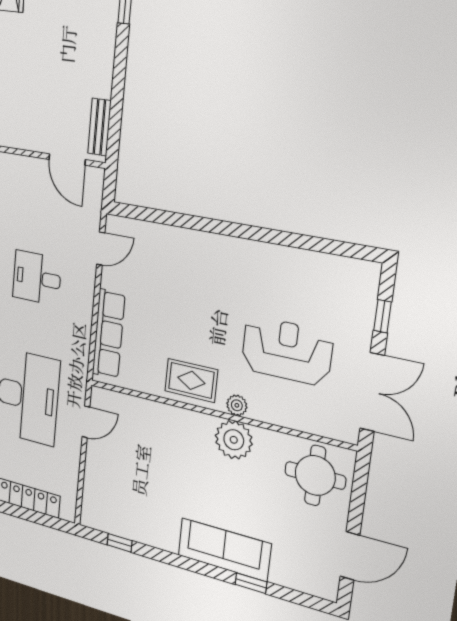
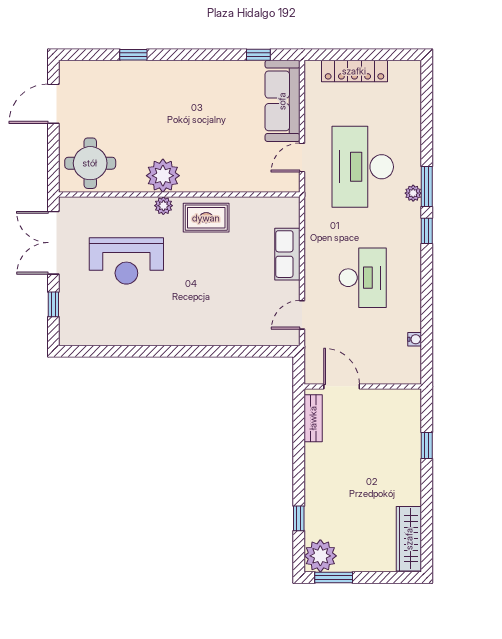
desk: (37, 278) -> (363, 278), width x1.37
row of seats: (109, 334) -> (287, 254), width x0.68
sofa: (224, 550) -> (282, 101), moved, turned 90

